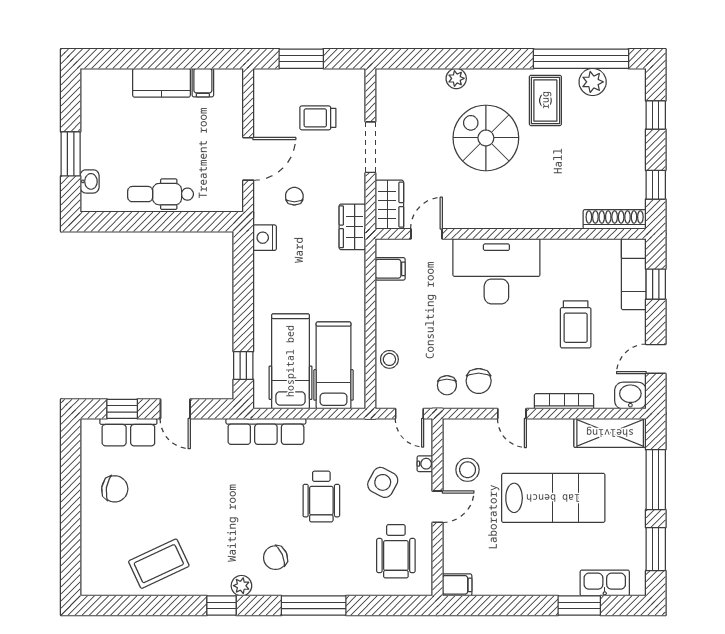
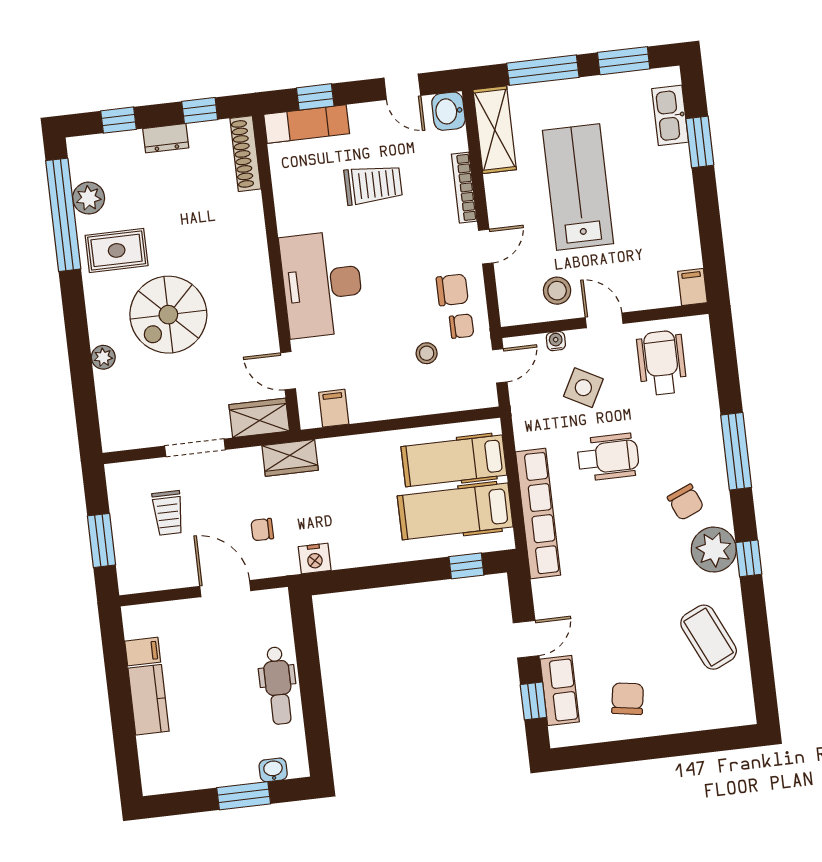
dresser: (636, 153) -> (166, 138), added
stool: (389, 359) -> (427, 353), moved
row of seats: (266, 431) -> (538, 514), width x1.36
wheelchair: (396, 551) -> (662, 363), turned -90
plant: (241, 586) -> (714, 550), width x1.87, depth x1.87

